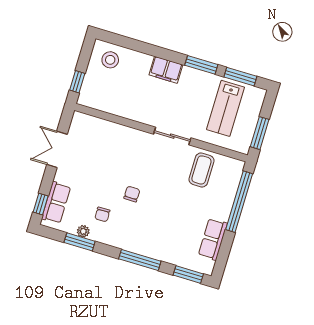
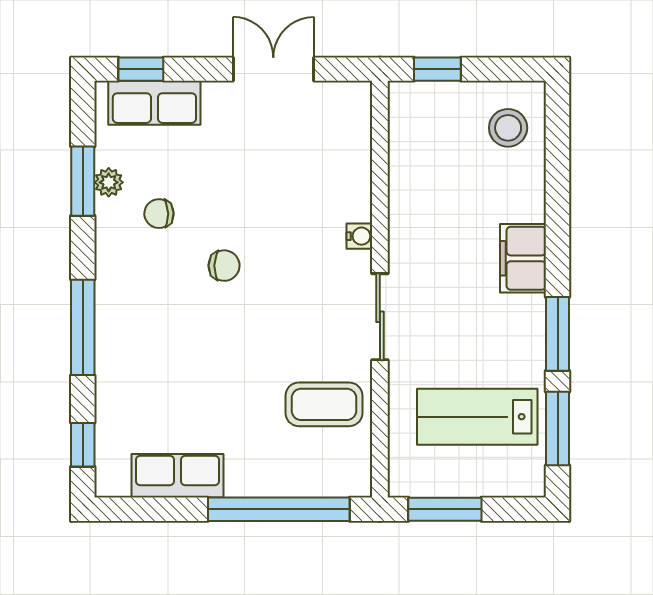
water cooler: (136, 135) -> (359, 236), added
window: (188, 274) -> (83, 445), width x0.67

